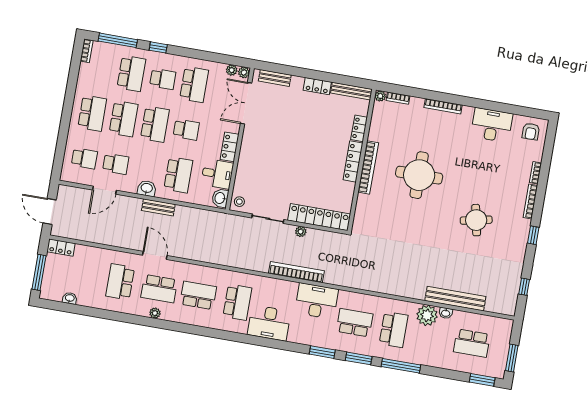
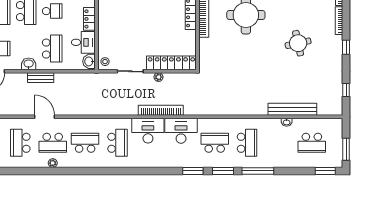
plant: (427, 315) -> (272, 127), removed
desk: (269, 323) -> (148, 131), moved, turned 180

